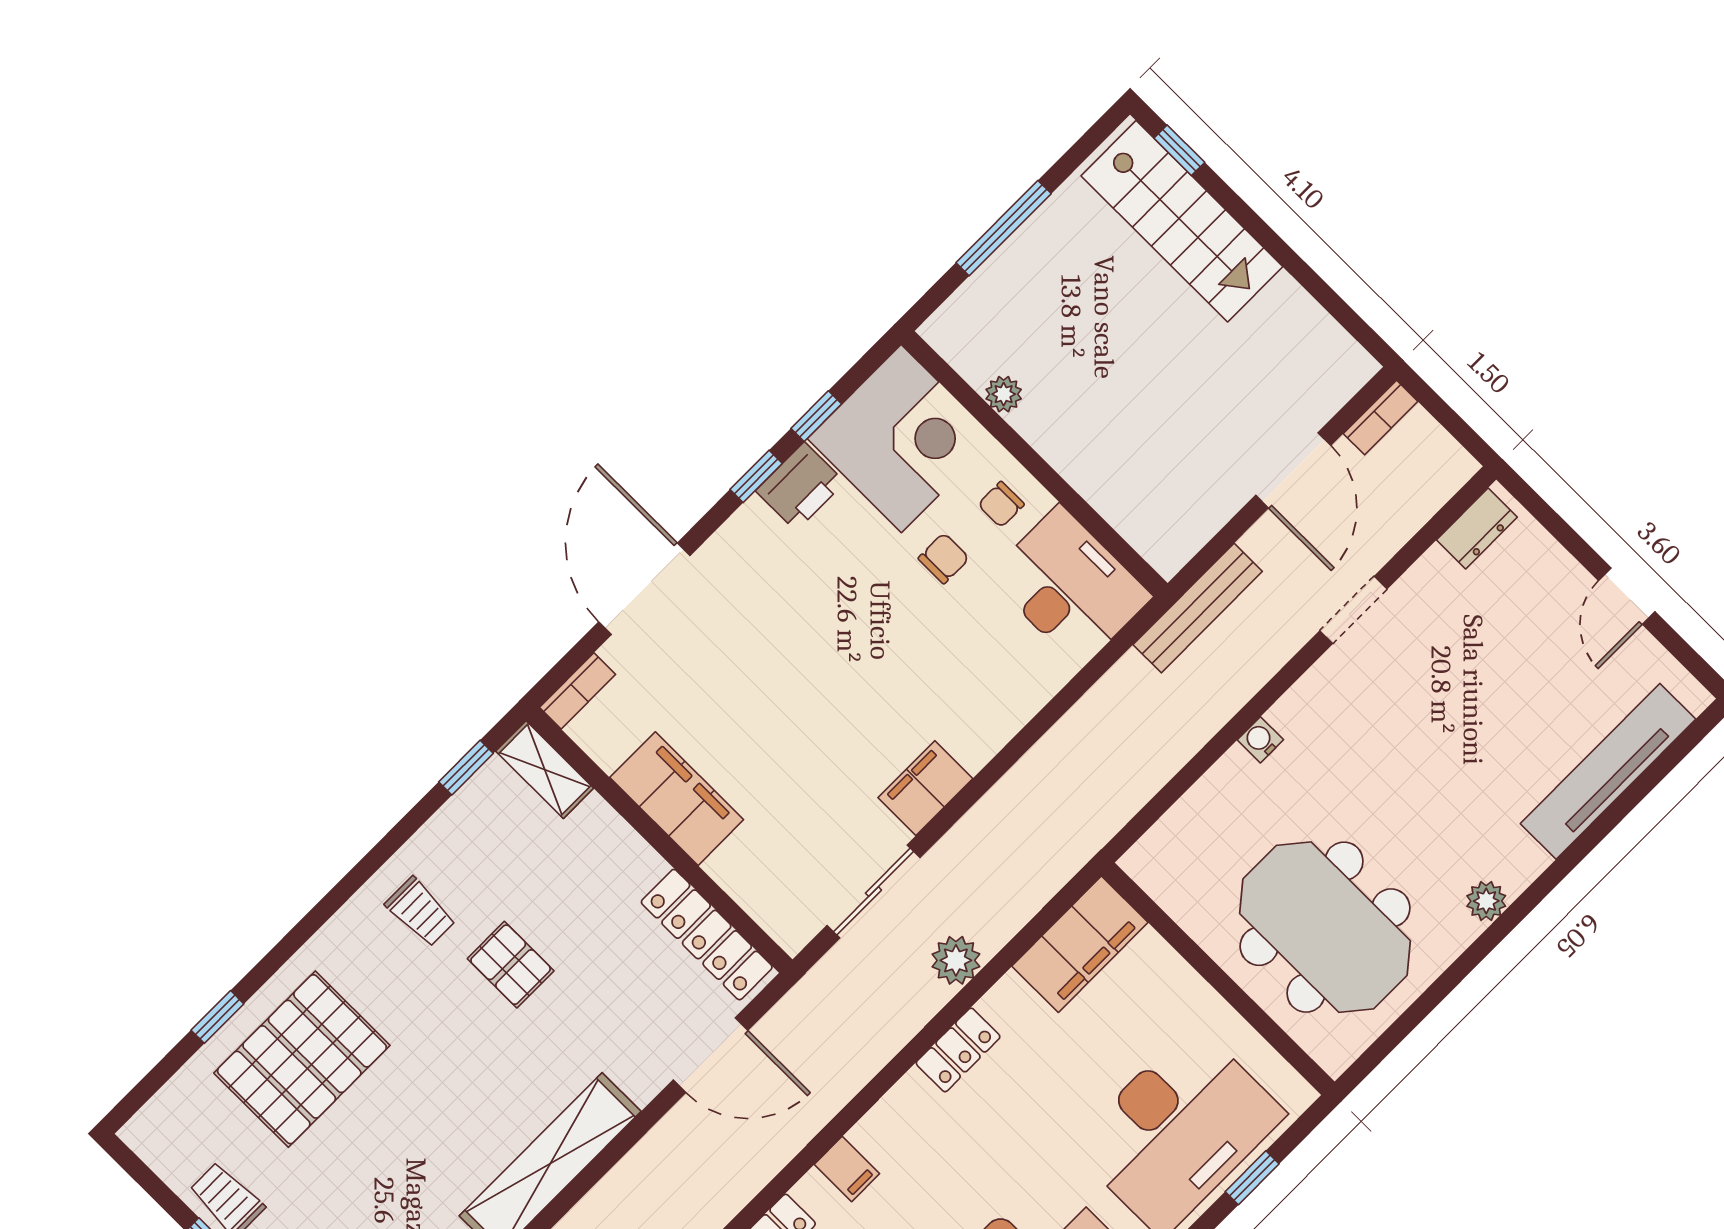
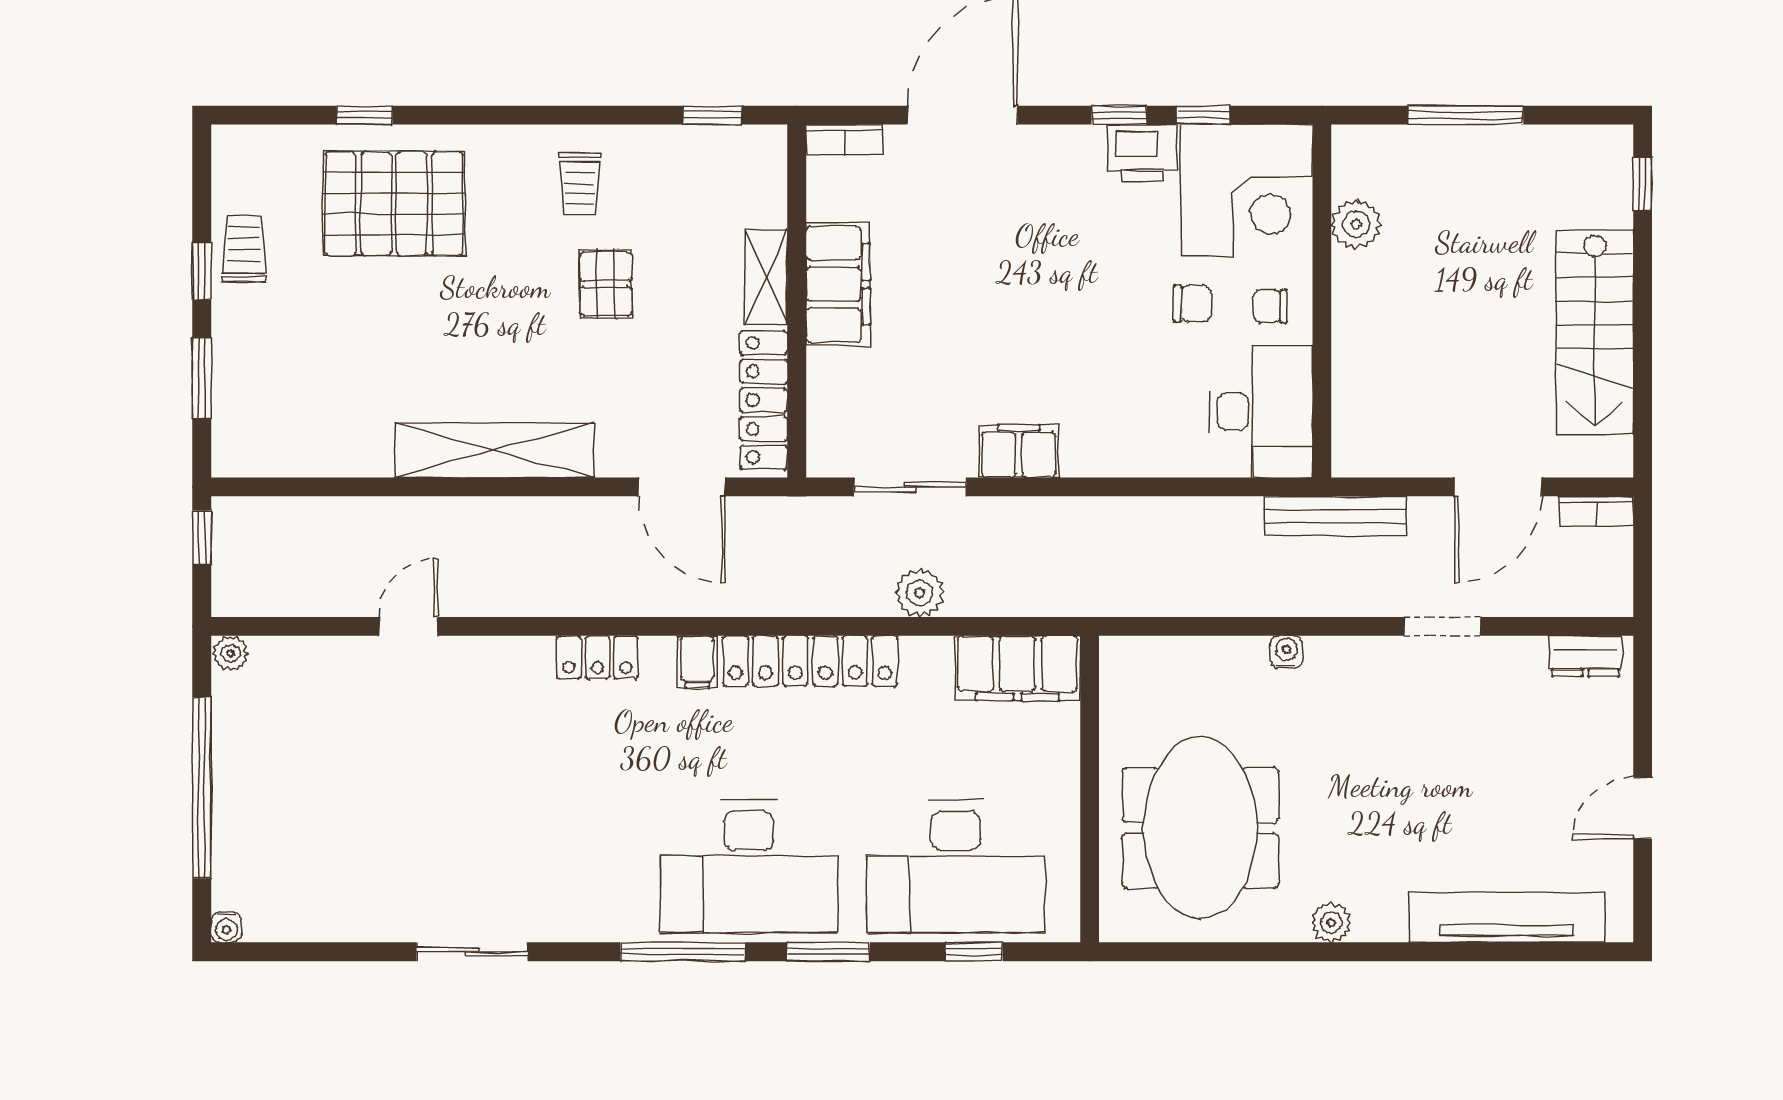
stairs: (1182, 221) -> (1595, 332), moved
plant: (1004, 394) -> (1356, 224), width x1.38, depth x1.38
shelving: (545, 770) -> (766, 277), moved
locker: (958, 1050) -> (810, 661), width x2.16, depth x1.21

